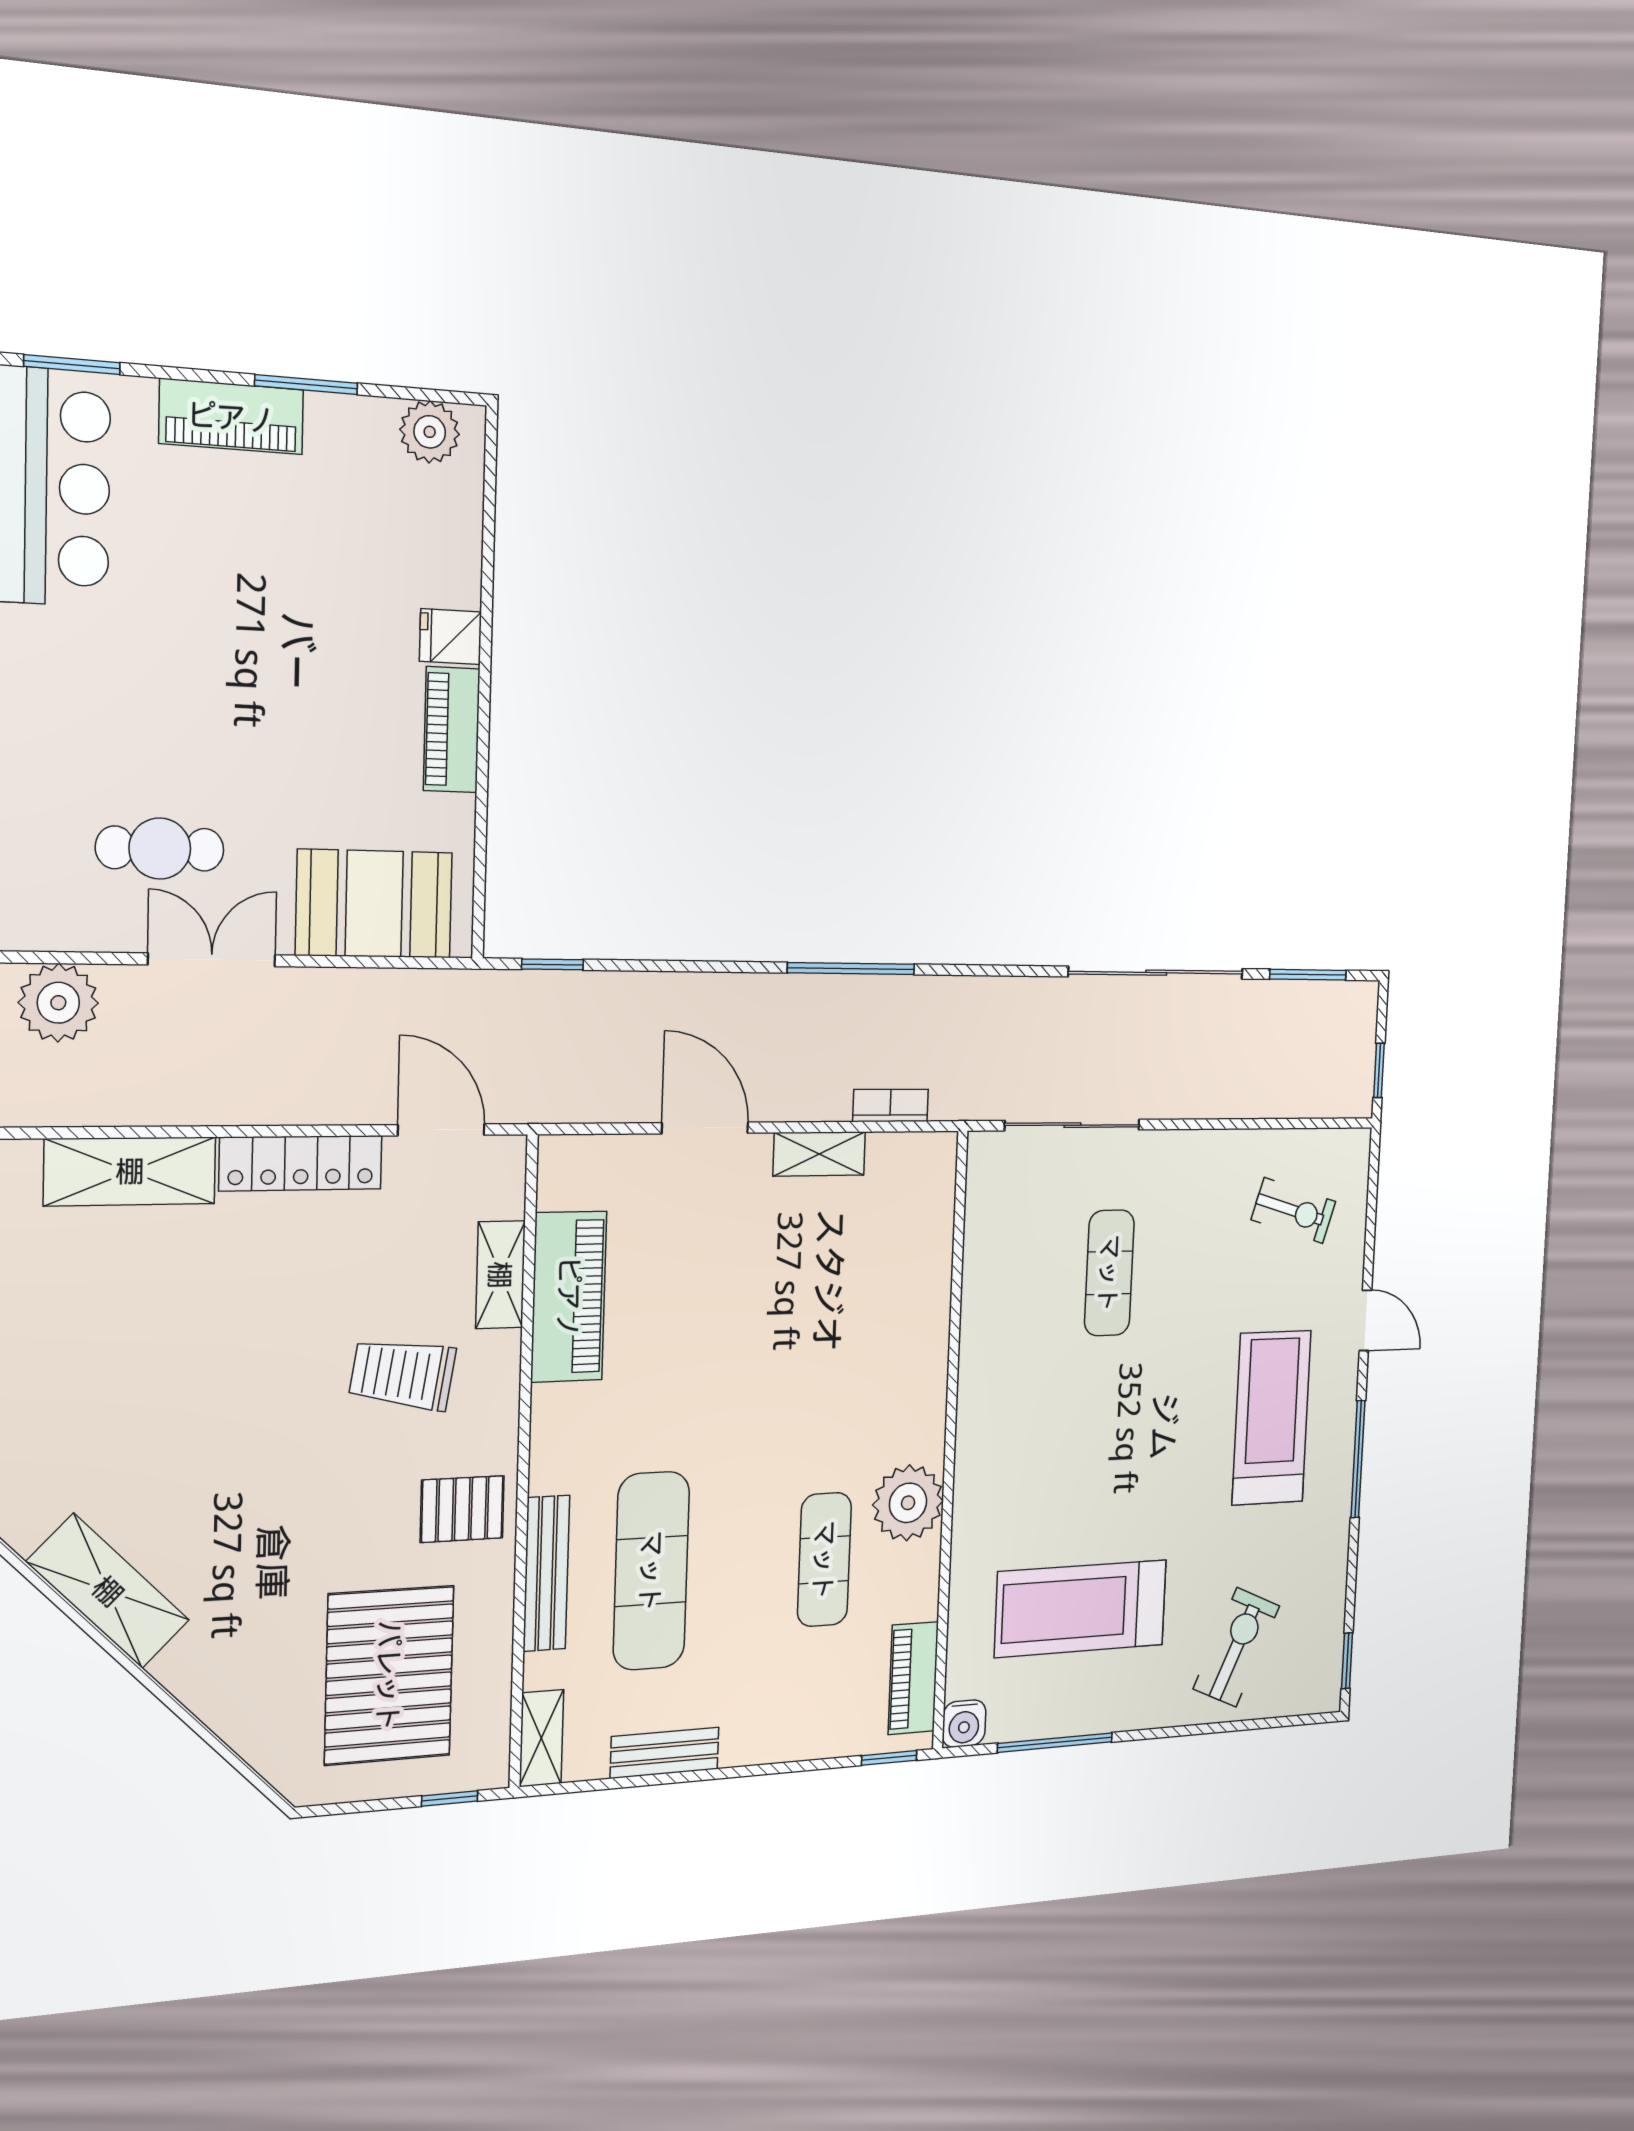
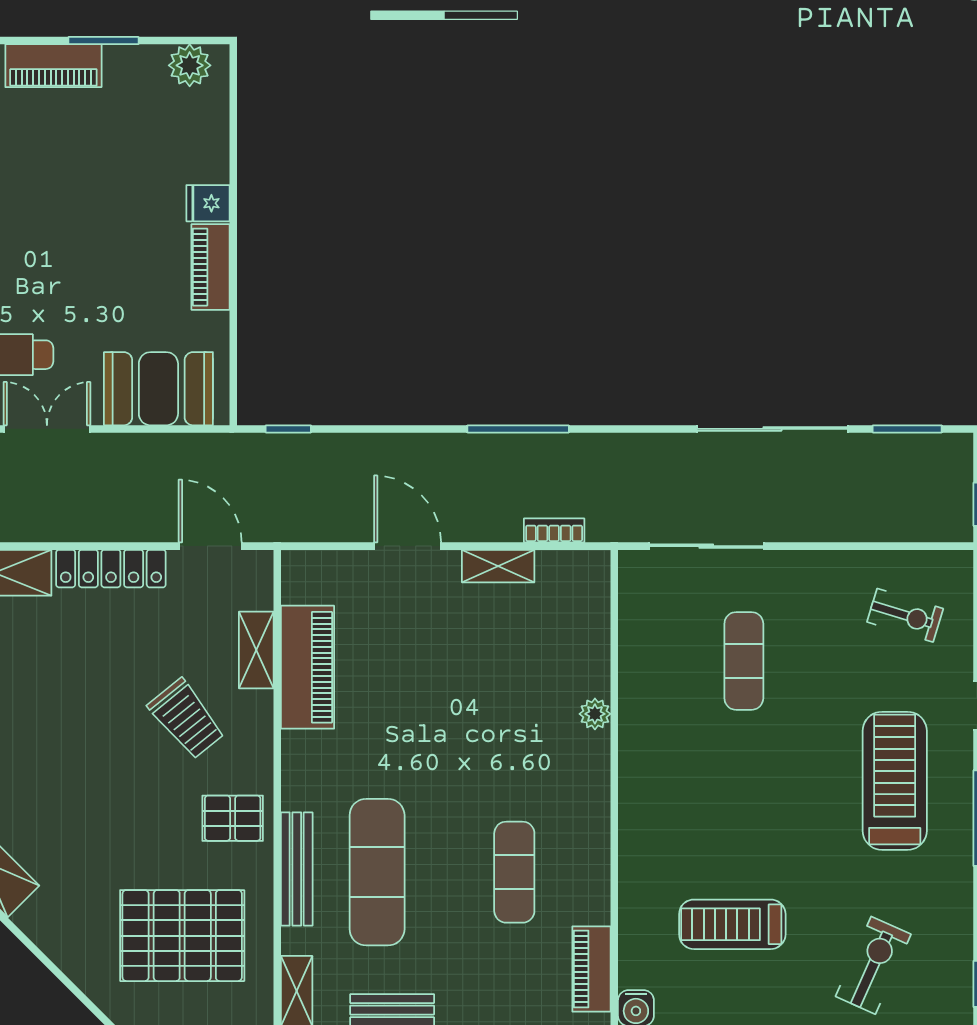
trolley: (402, 1374) -> (186, 719), turned -138
plant: (908, 1503) -> (595, 714), moved, width x0.53, depth x0.53
treadmill: (1081, 1608) -> (732, 924), width x0.73, depth x0.73
pallet: (389, 1675) -> (182, 936), turned 90

